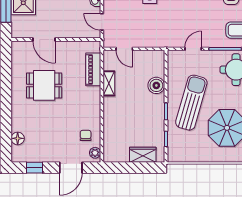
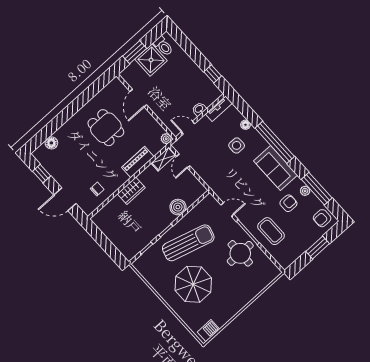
door: (102, 22) -> (188, 128), hinge flipped
piano: (93, 69) -> (138, 162), moved
shelving: (109, 83) -> (163, 159), moved
plant: (95, 153) -> (166, 139), moved
wardrobe: (143, 155) -> (131, 191), moved, turned 90

